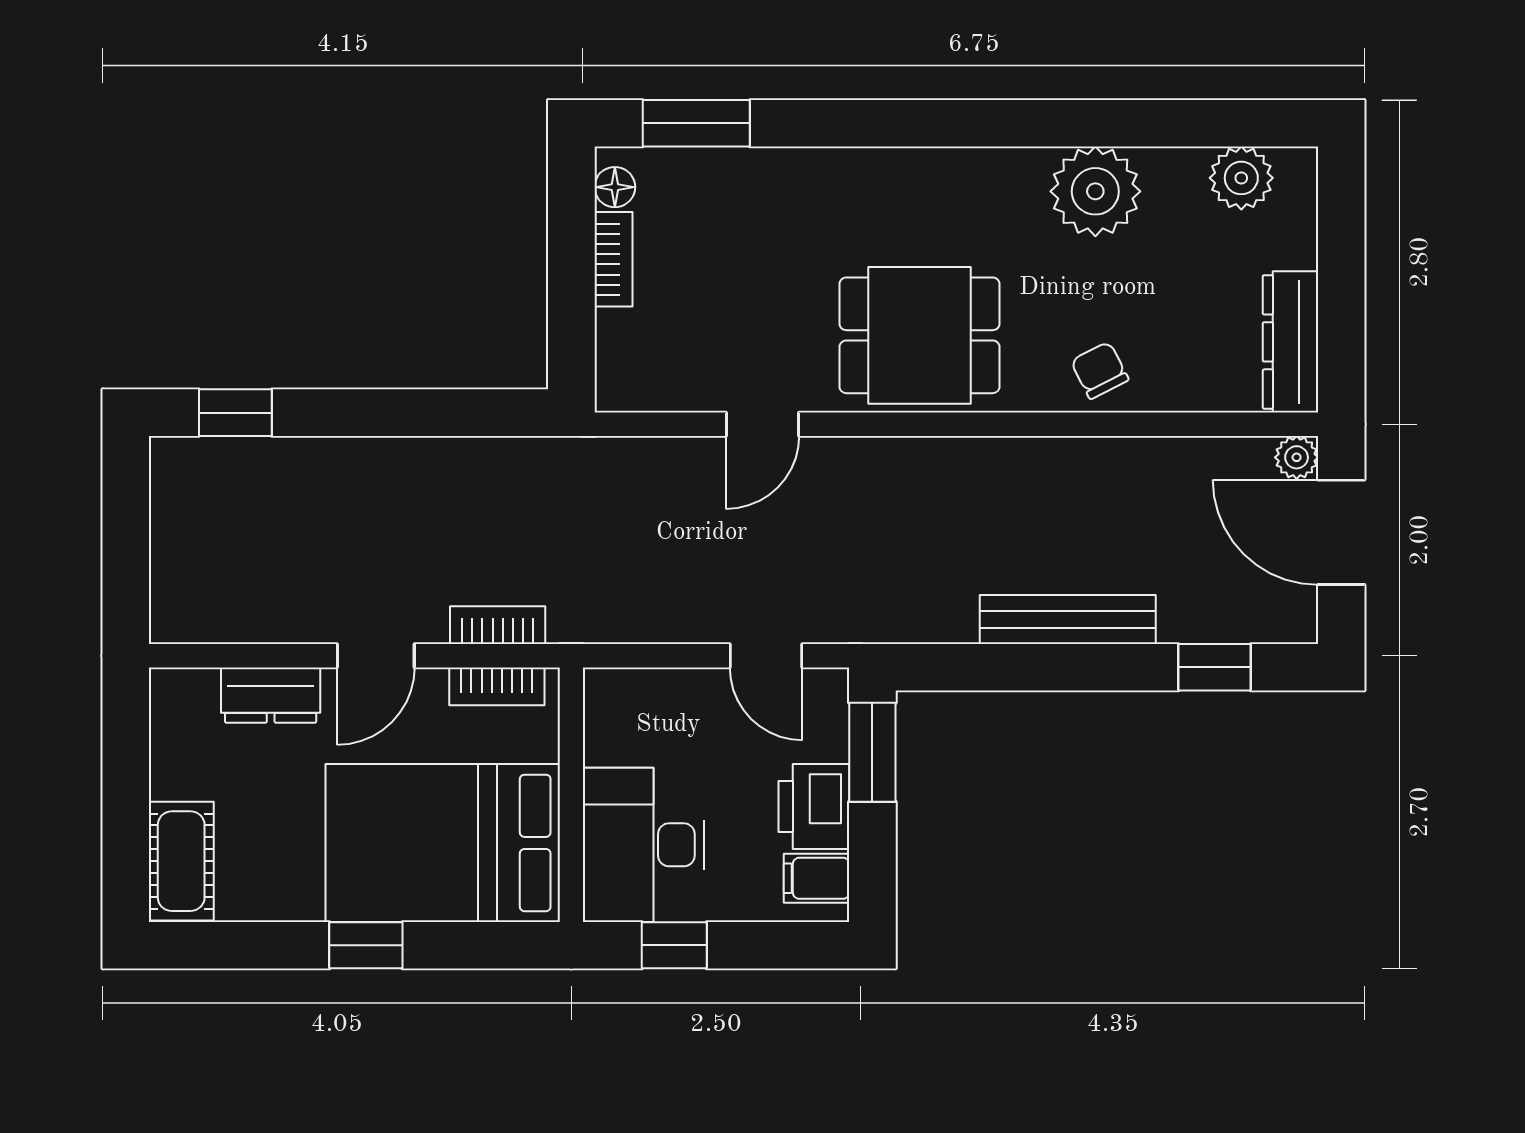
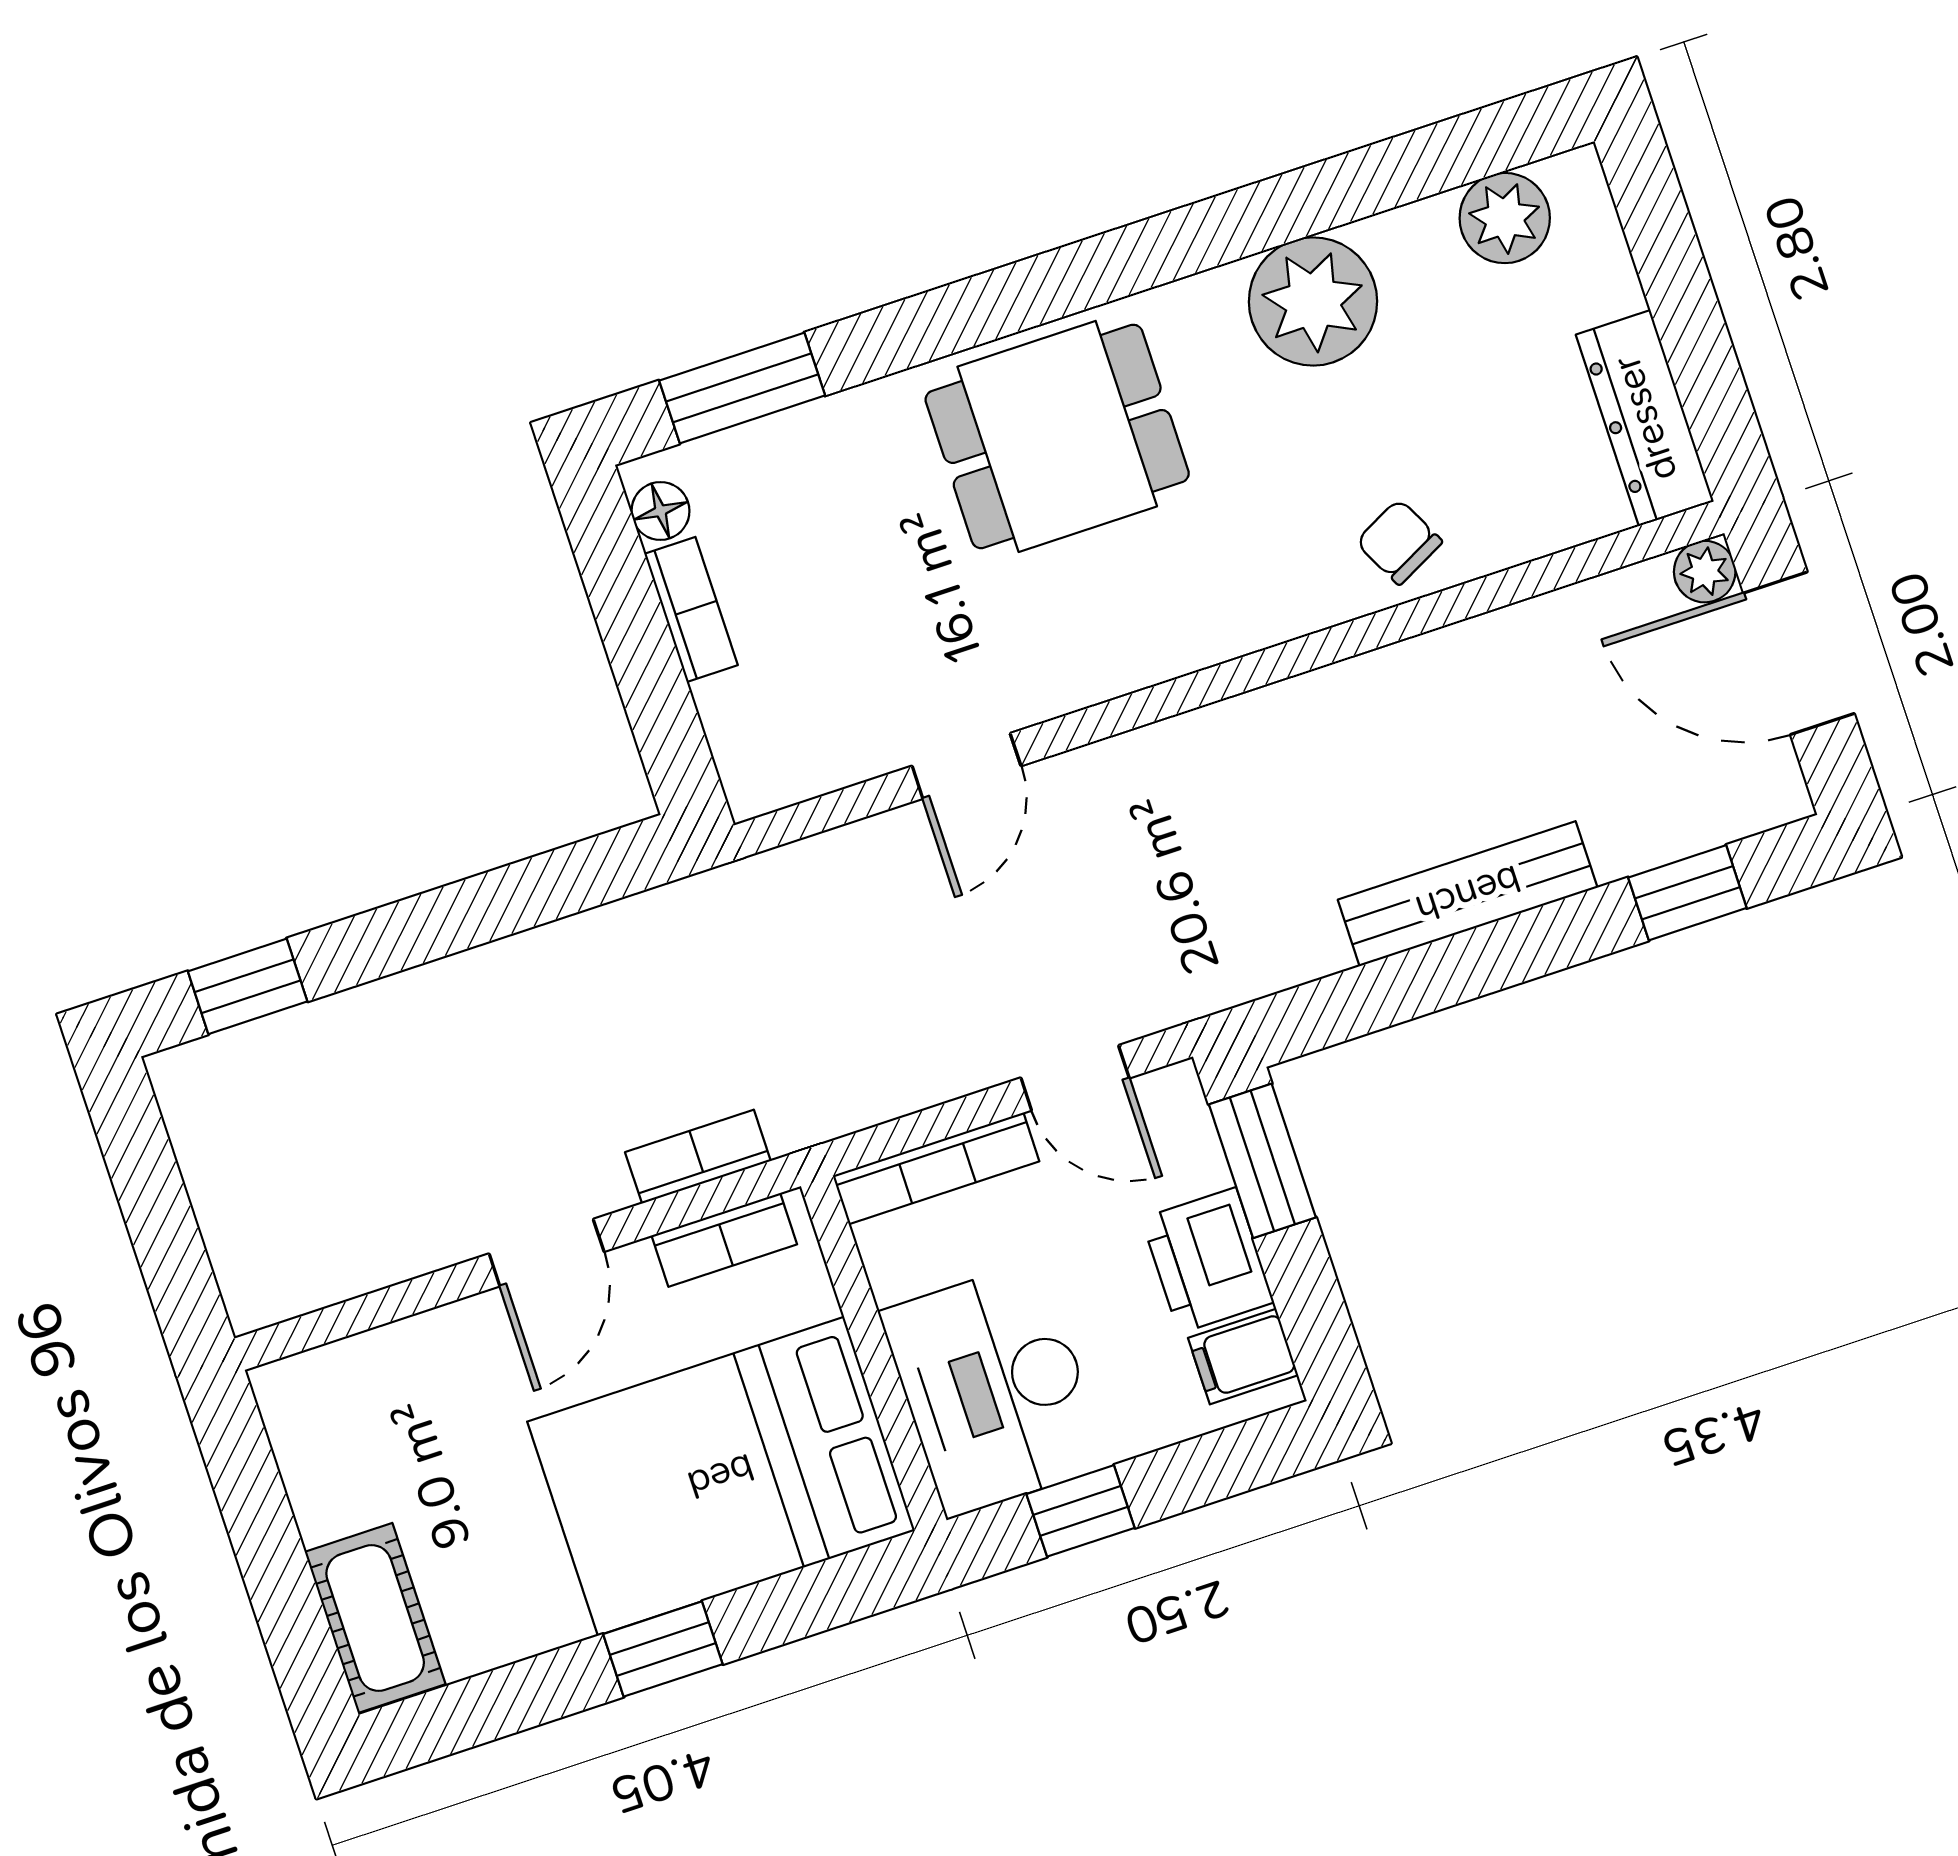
dining table: (919, 335) -> (1057, 436), moved
bookcase: (653, 685) -> (936, 1168), added
dresser: (271, 695) -> (422, 1353), removed

